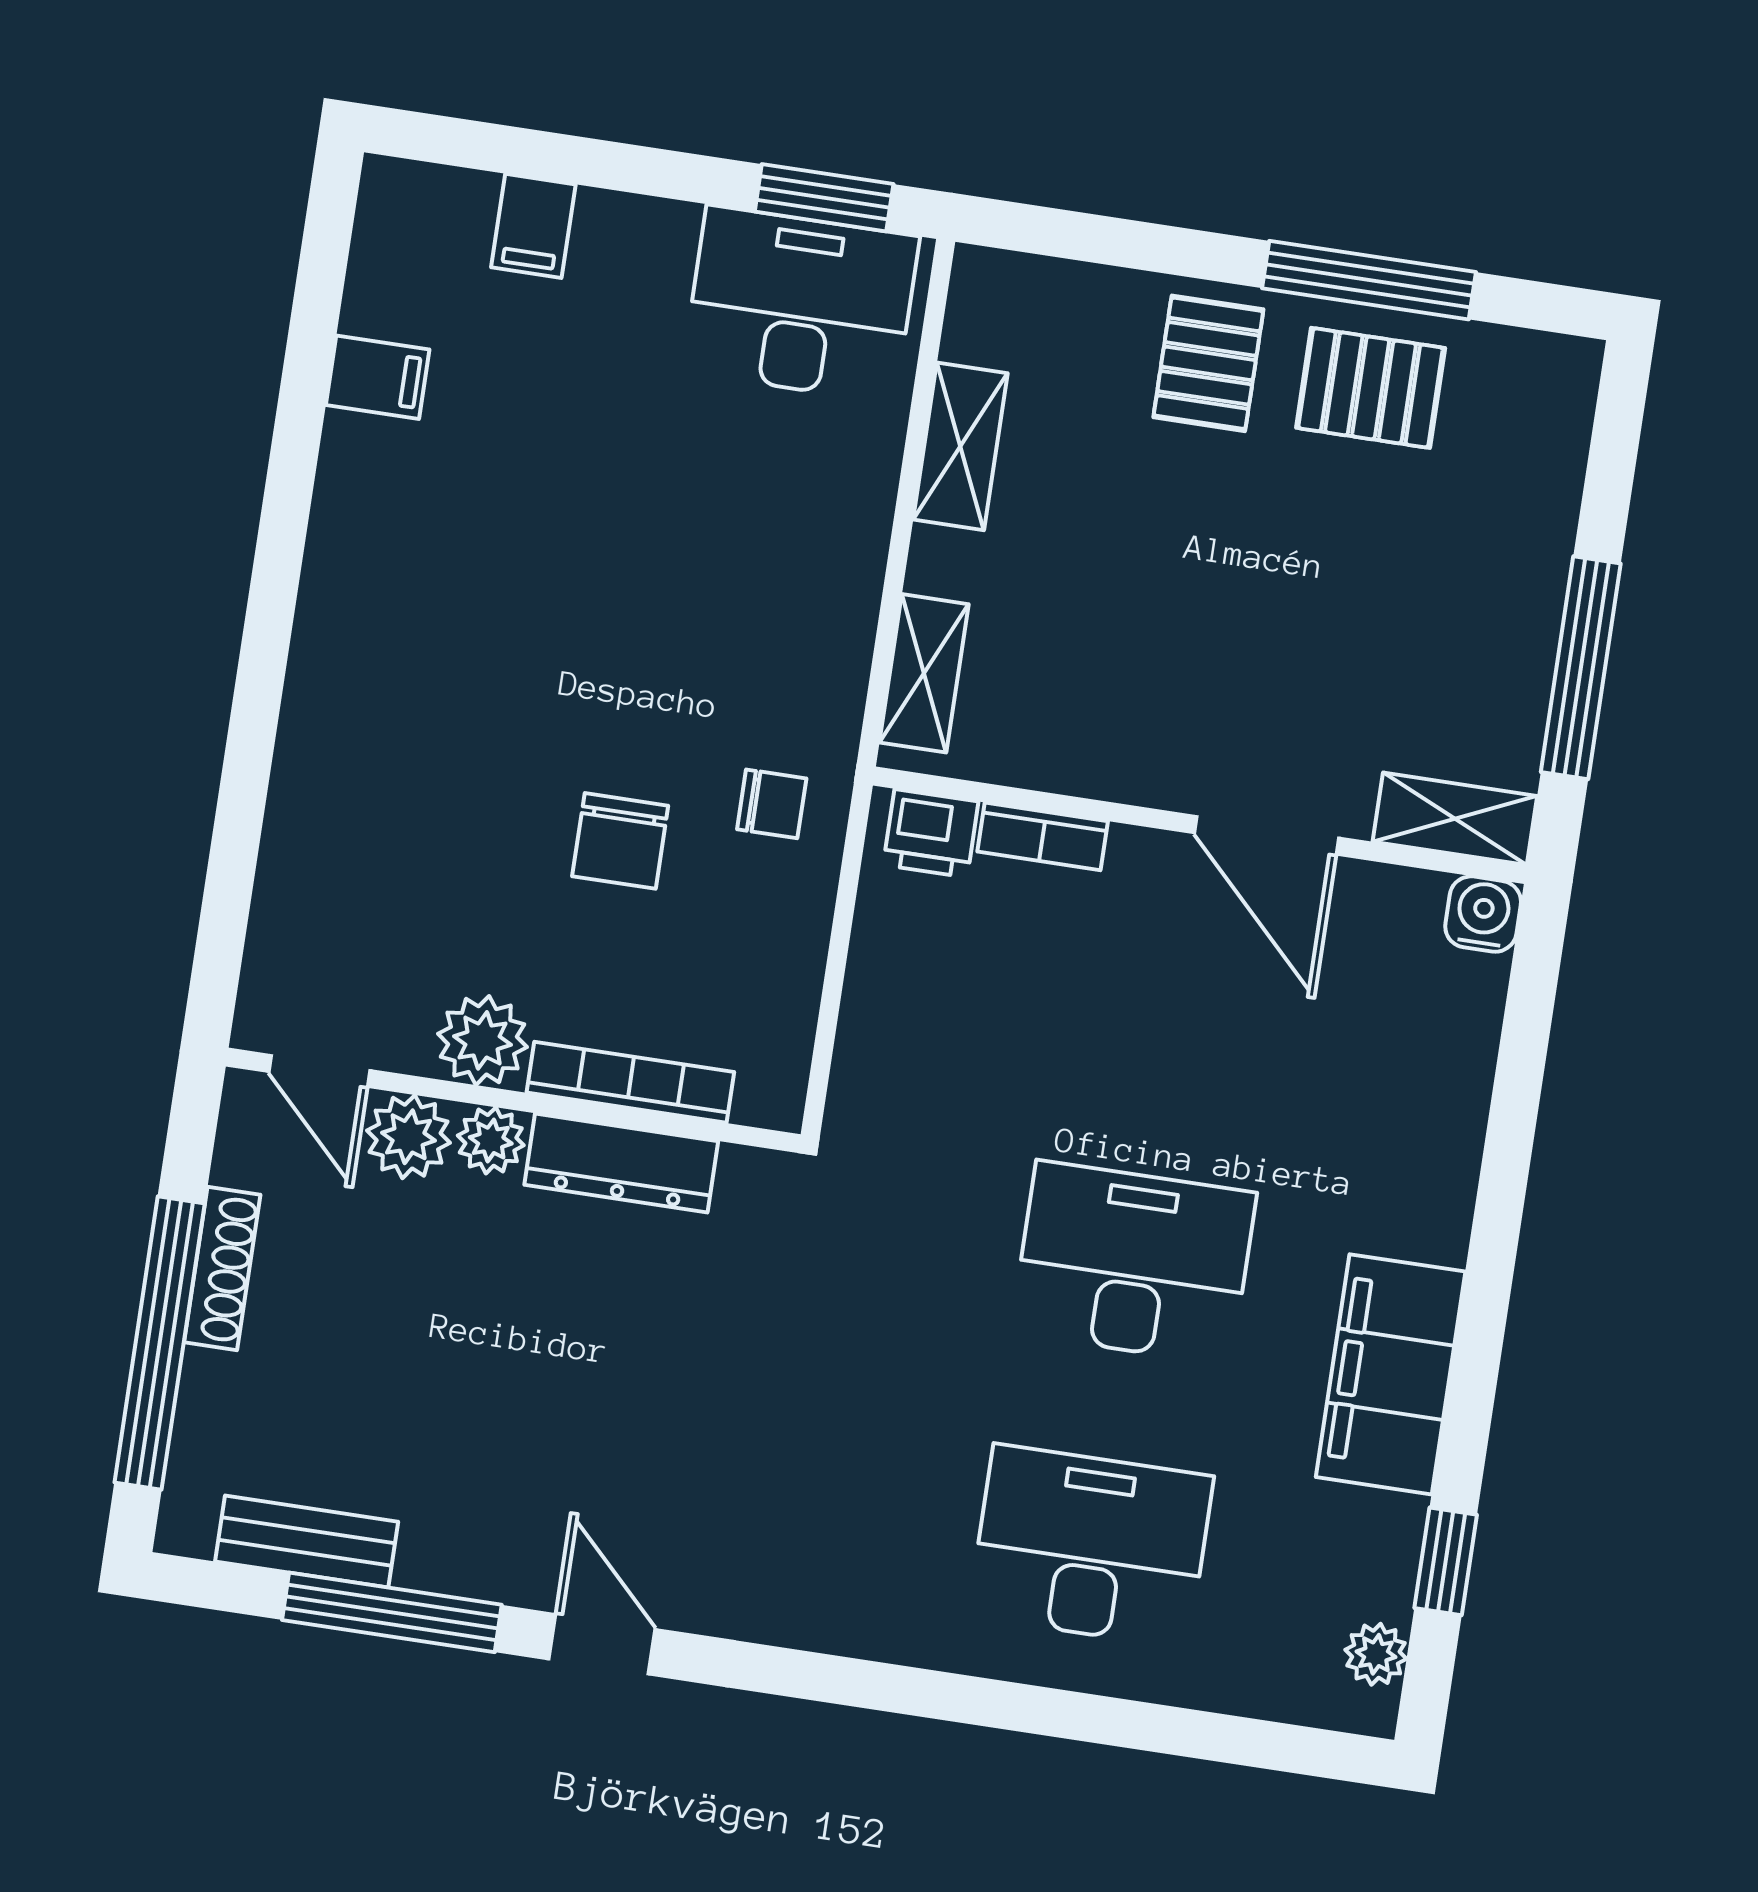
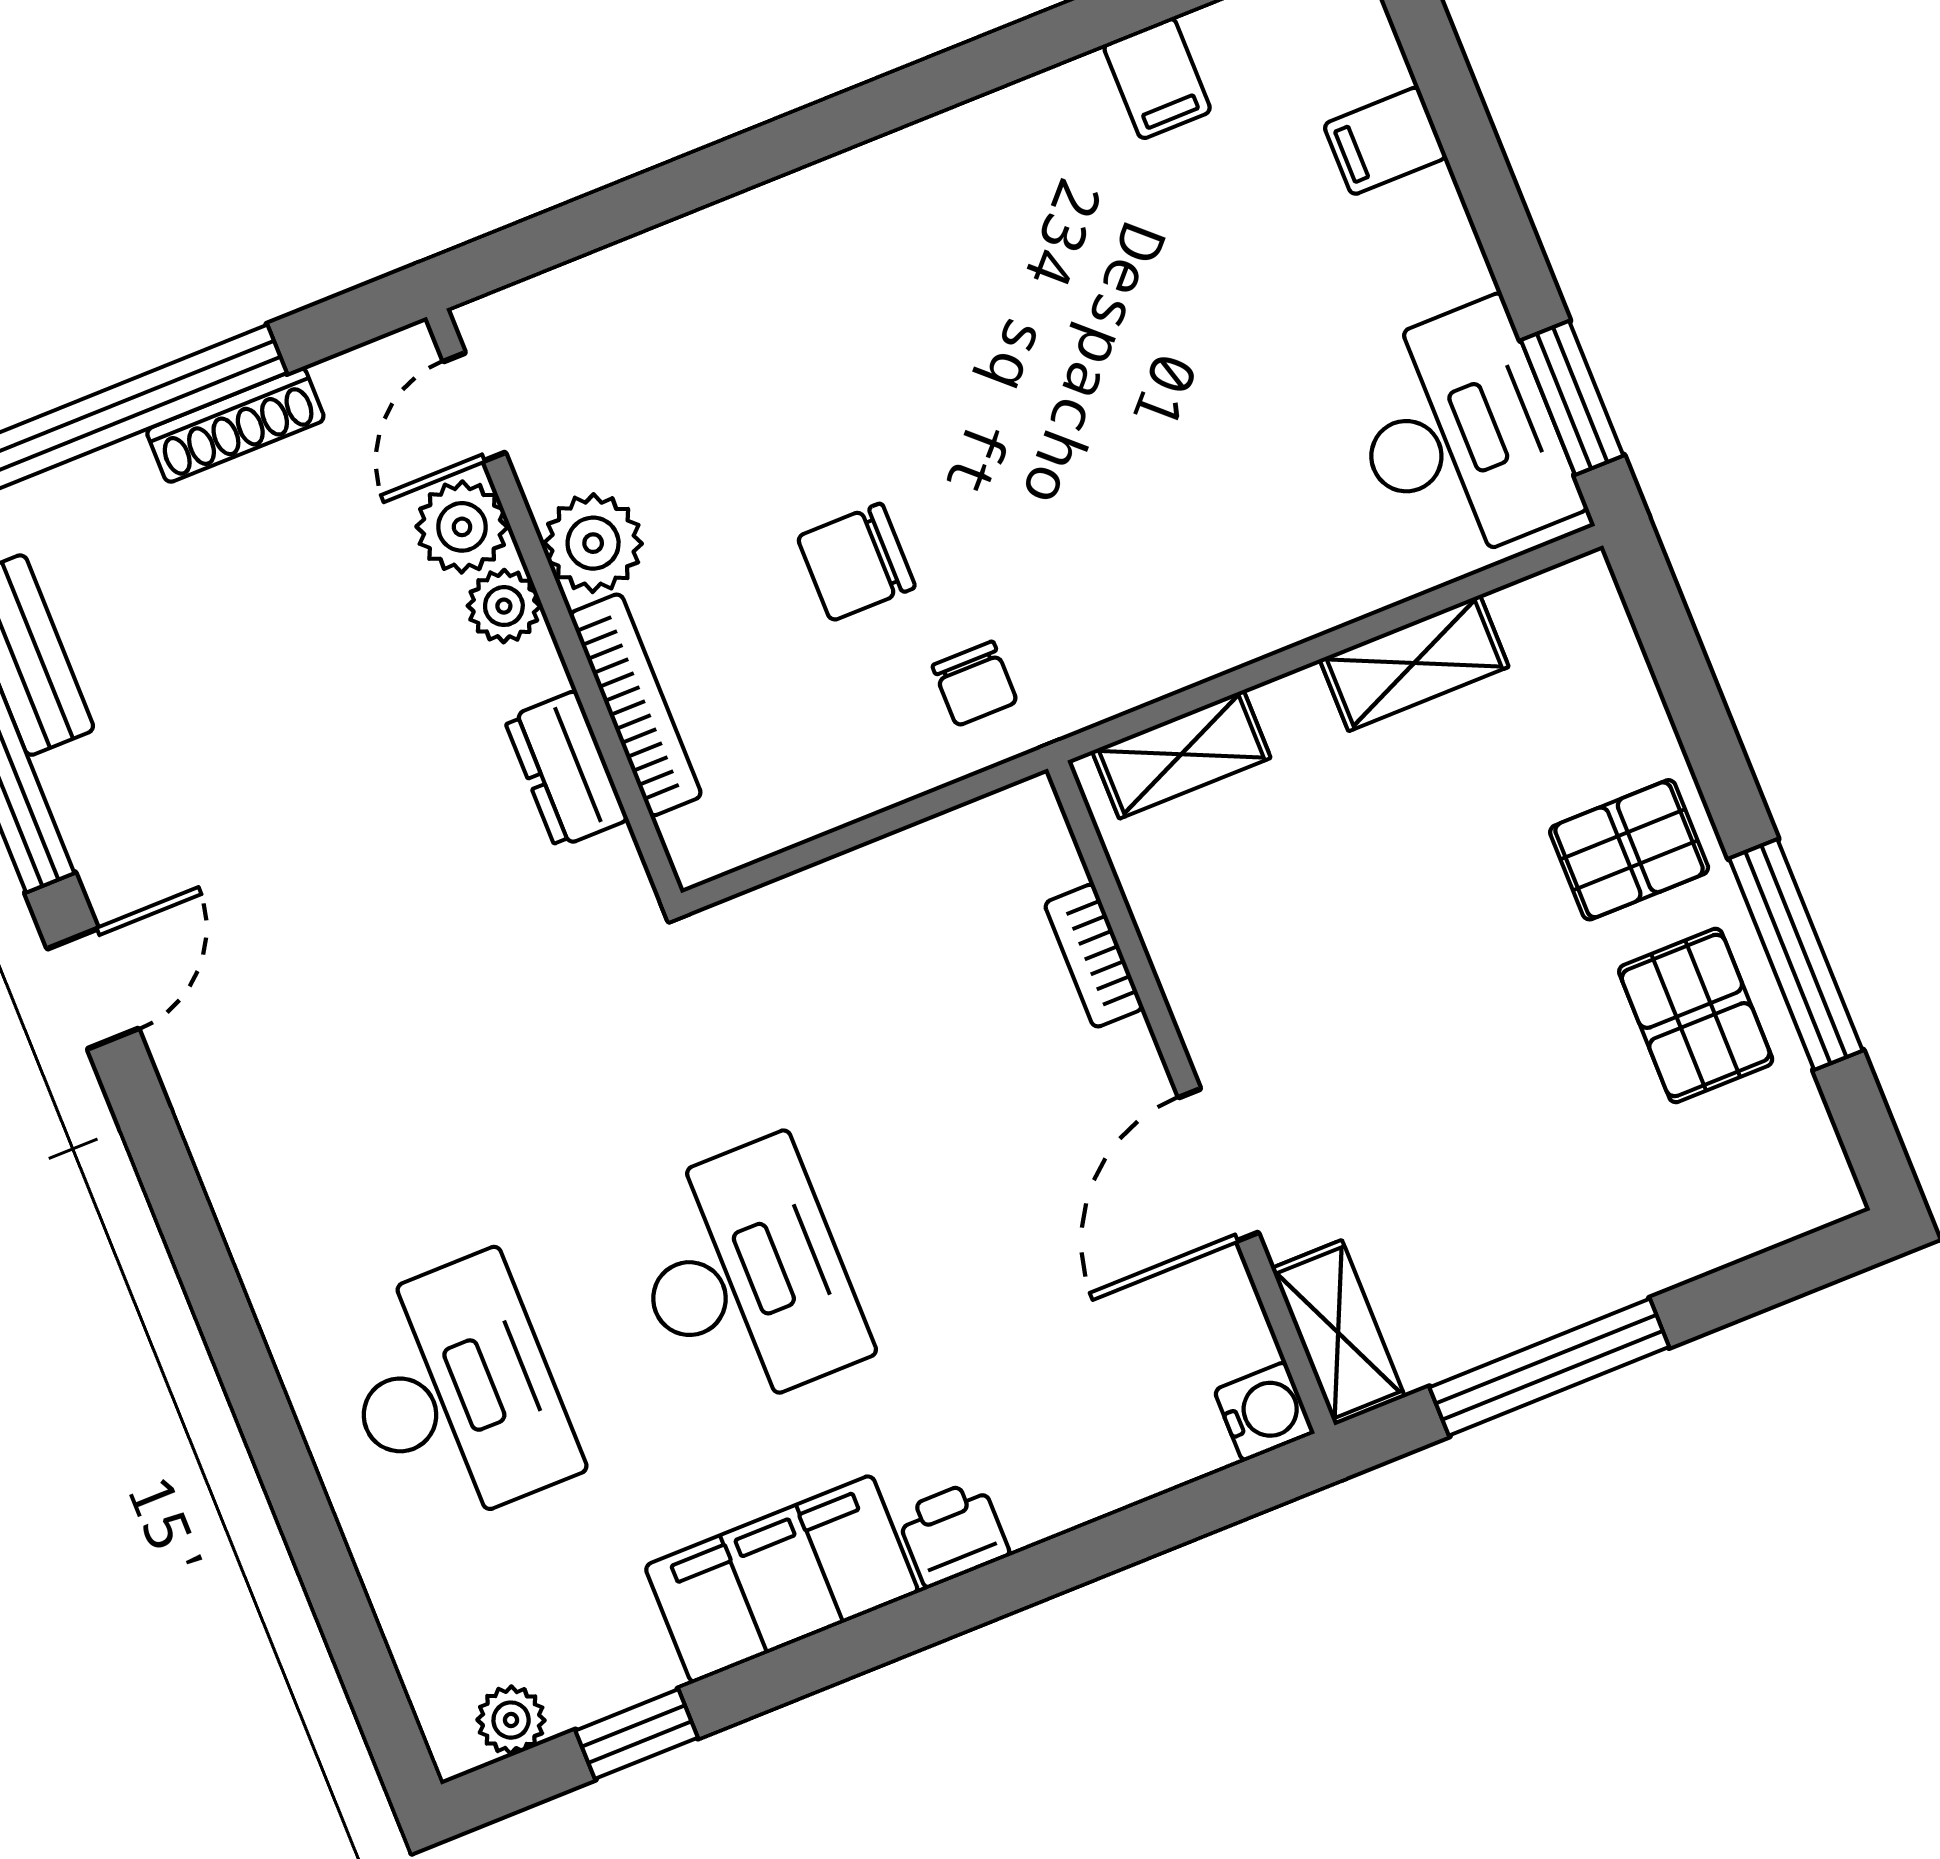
printer: (931, 833) -> (953, 1534), moved, turned 90
dresser: (621, 1163) -> (566, 769), width x0.70

